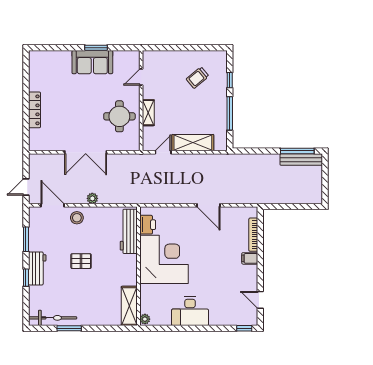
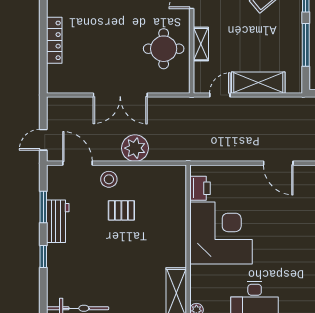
plant: (92, 198) -> (135, 148), width x1.88, depth x1.88
workbench: (129, 231) -> (176, 197), removed
pallet: (81, 261) -> (121, 210), moved
workbench: (37, 268) -> (58, 221), moved

